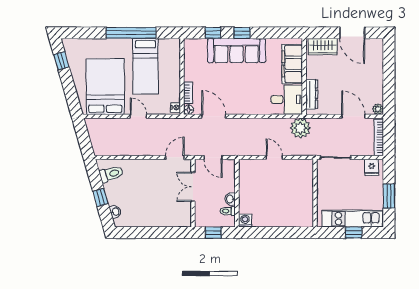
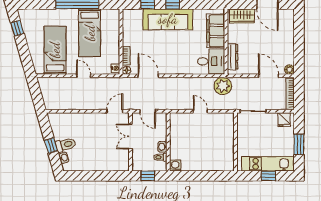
bed: (105, 87) -> (55, 50), width x0.67
toilet: (111, 174) -> (66, 145), moved

